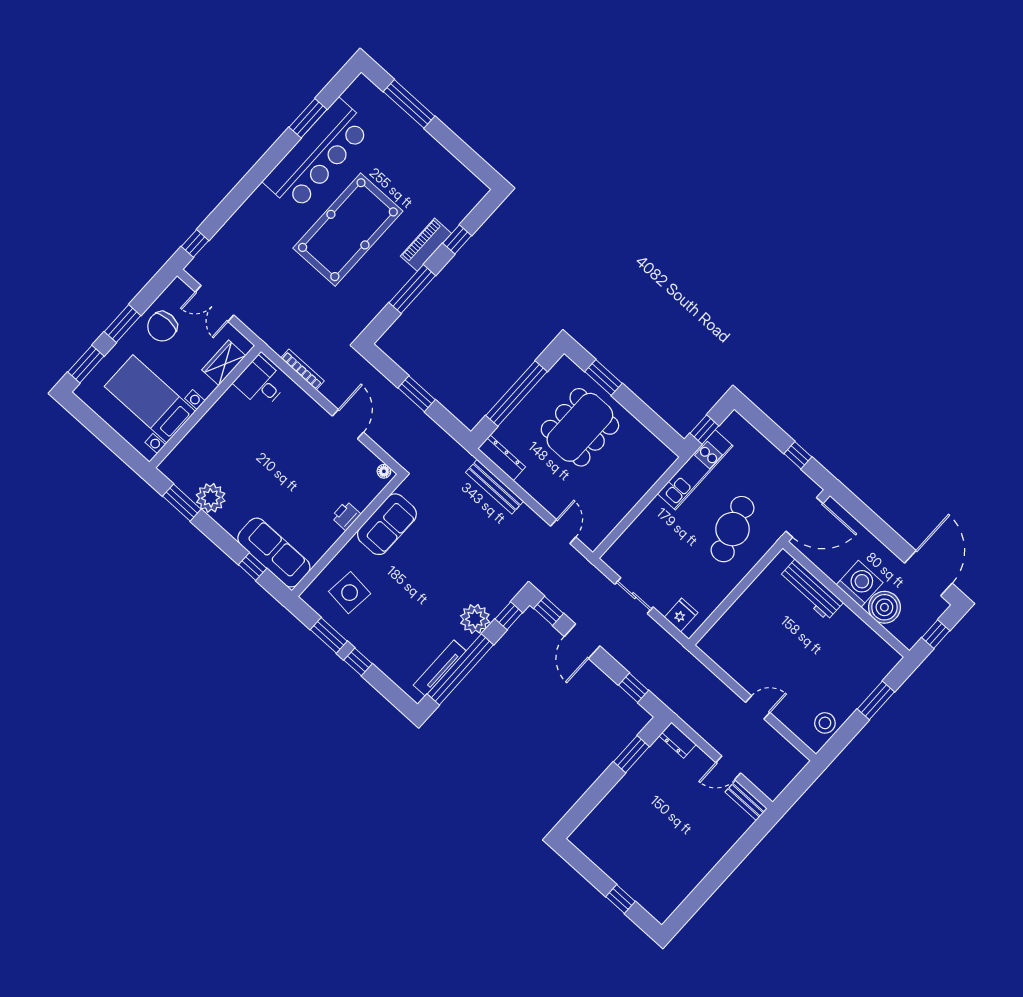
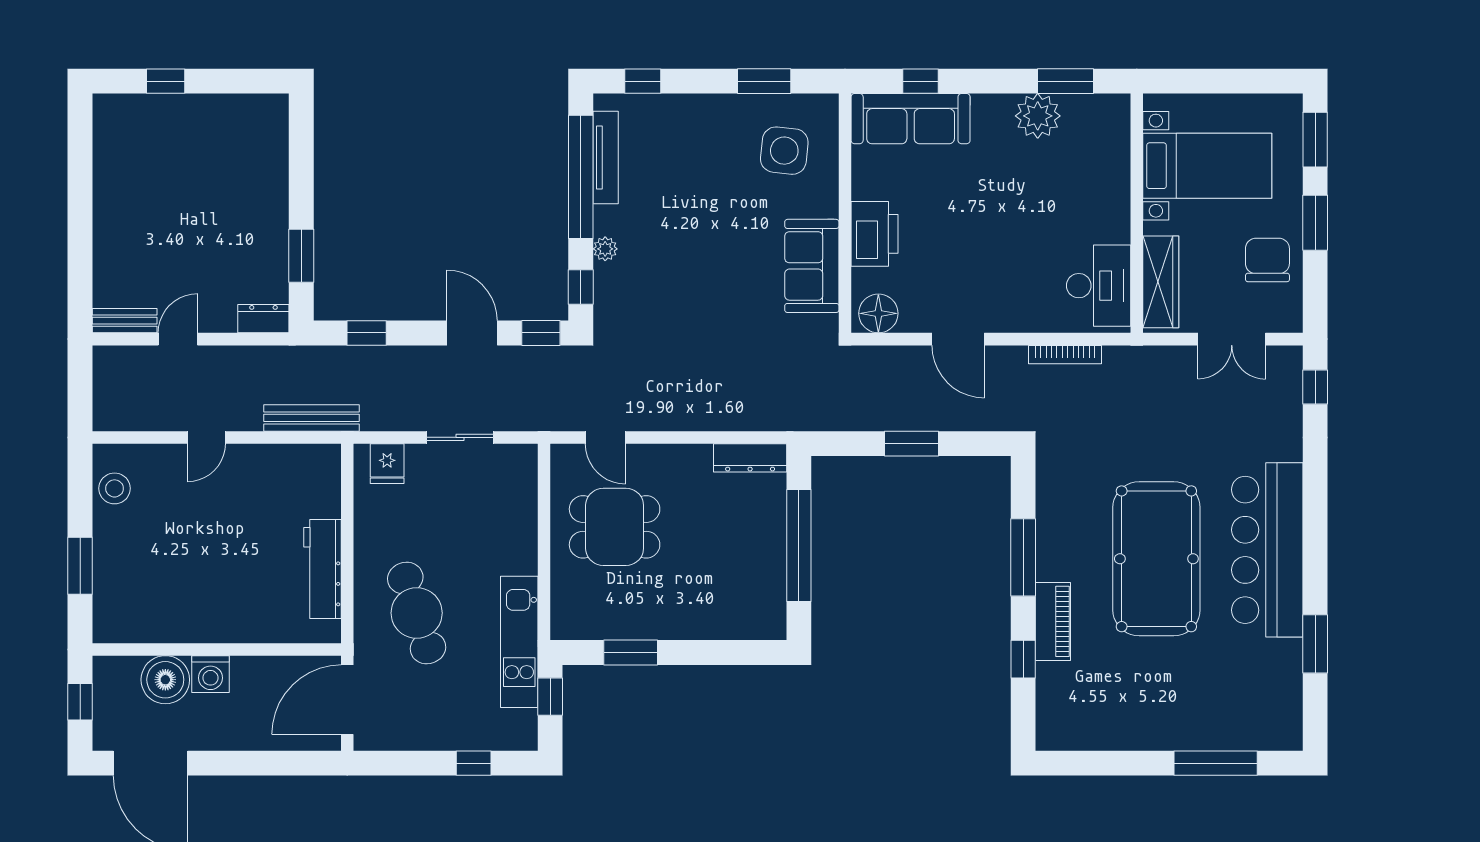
bar counter: (317, 155) -> (1267, 550), moved
double door: (214, 304) -> (1232, 339), swing flipped
wardrobe: (224, 363) -> (1161, 282), width x1.50
window: (604, 378) -> (631, 652), moved
desk: (261, 383) -> (1099, 286), width x1.37
dining table: (580, 427) -> (615, 527), moved, width x0.73
window: (798, 455) -> (474, 763), moved
floor lamp: (384, 471) -> (878, 313), width x1.89, depth x1.89
bench: (495, 487) -> (311, 418), moved
printer: (346, 516) -> (874, 234), width x1.87, depth x1.48
washing machine: (860, 584) -> (210, 674), width x0.73, depth x0.73
workbench: (811, 590) -> (323, 569), moved, turned -90
plant: (475, 619) -> (605, 249), width x0.53, depth x0.53
window: (358, 662) -> (643, 81), moved

